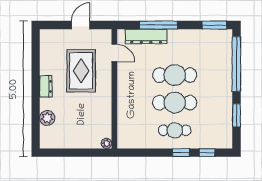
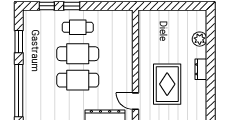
plant: (106, 143) -> (143, 15), removed

